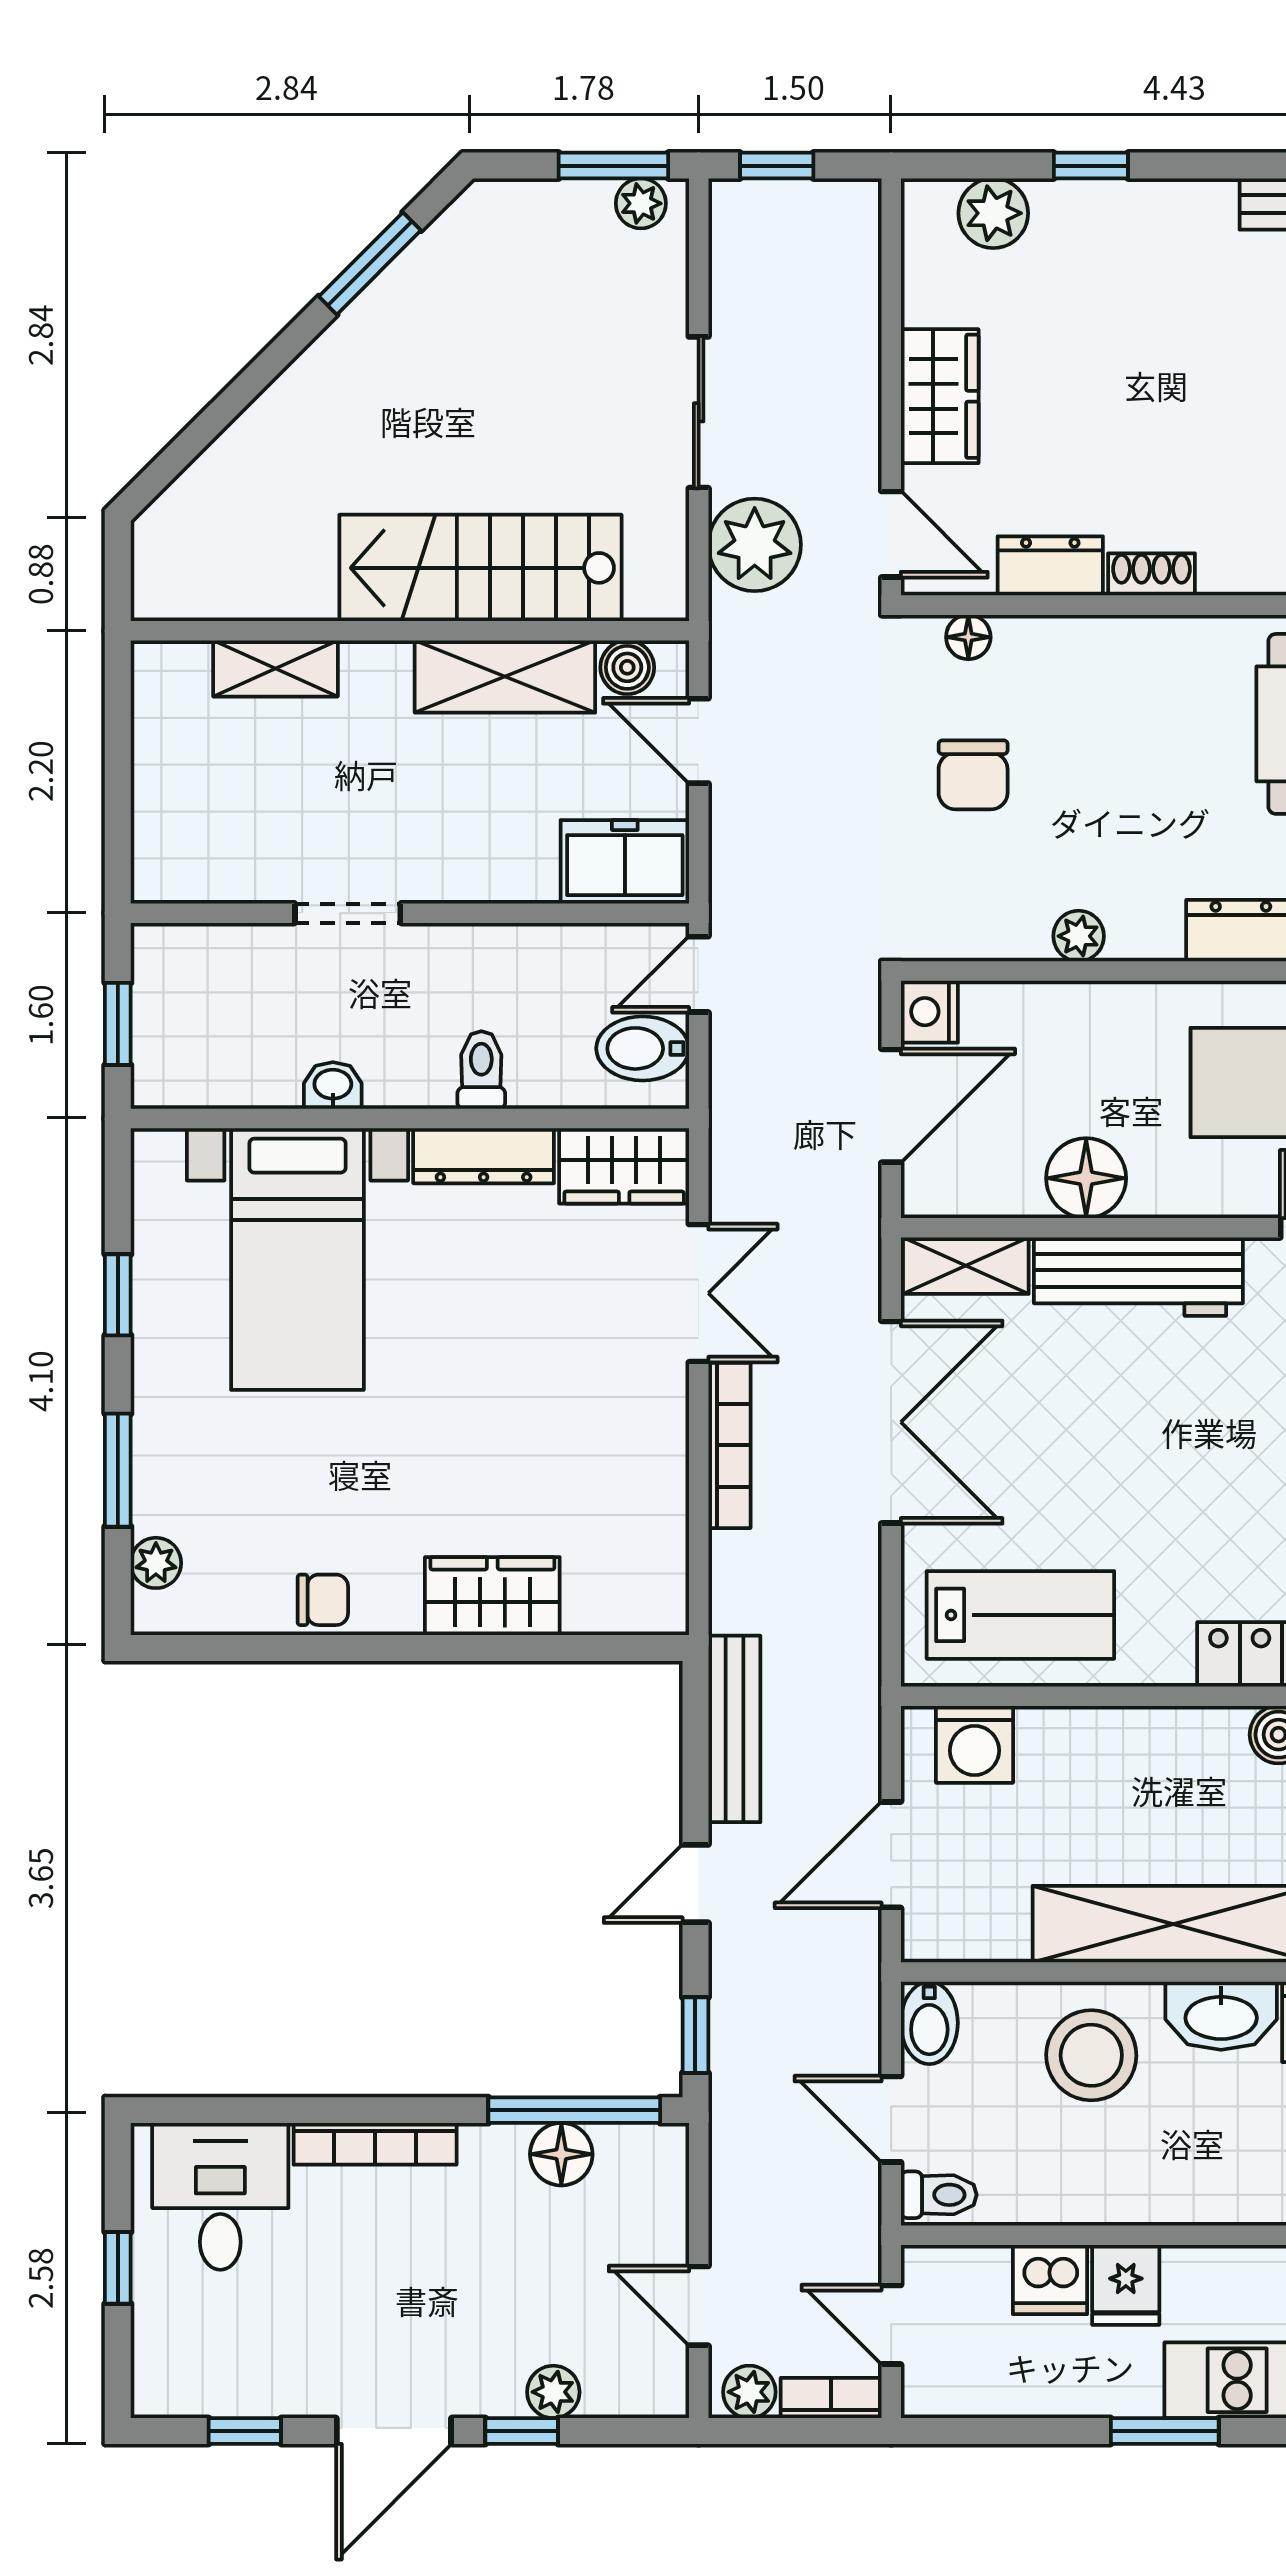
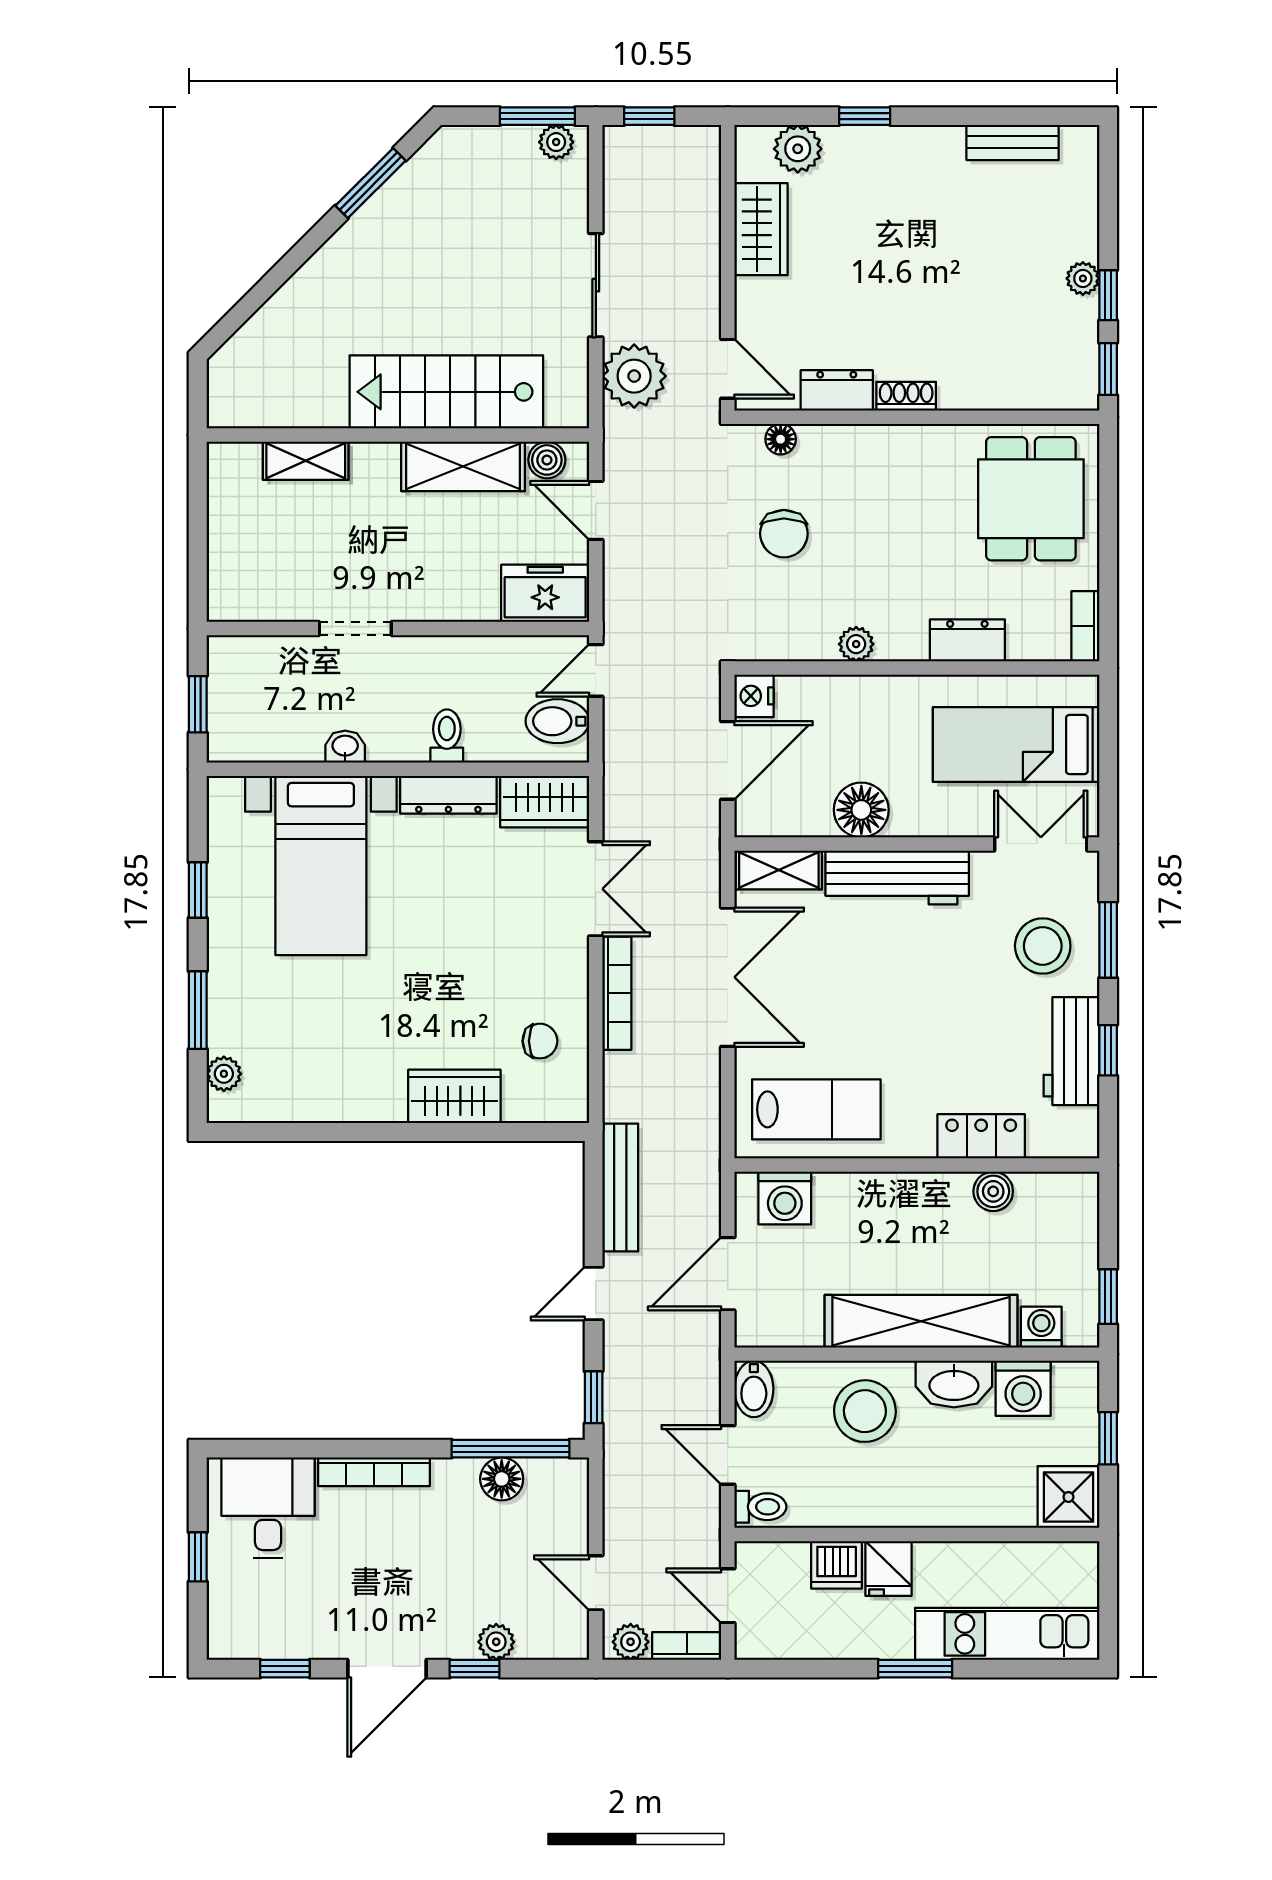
wardrobe: (940, 396) -> (761, 229), moved
chair: (323, 1600) -> (540, 1041), moved

